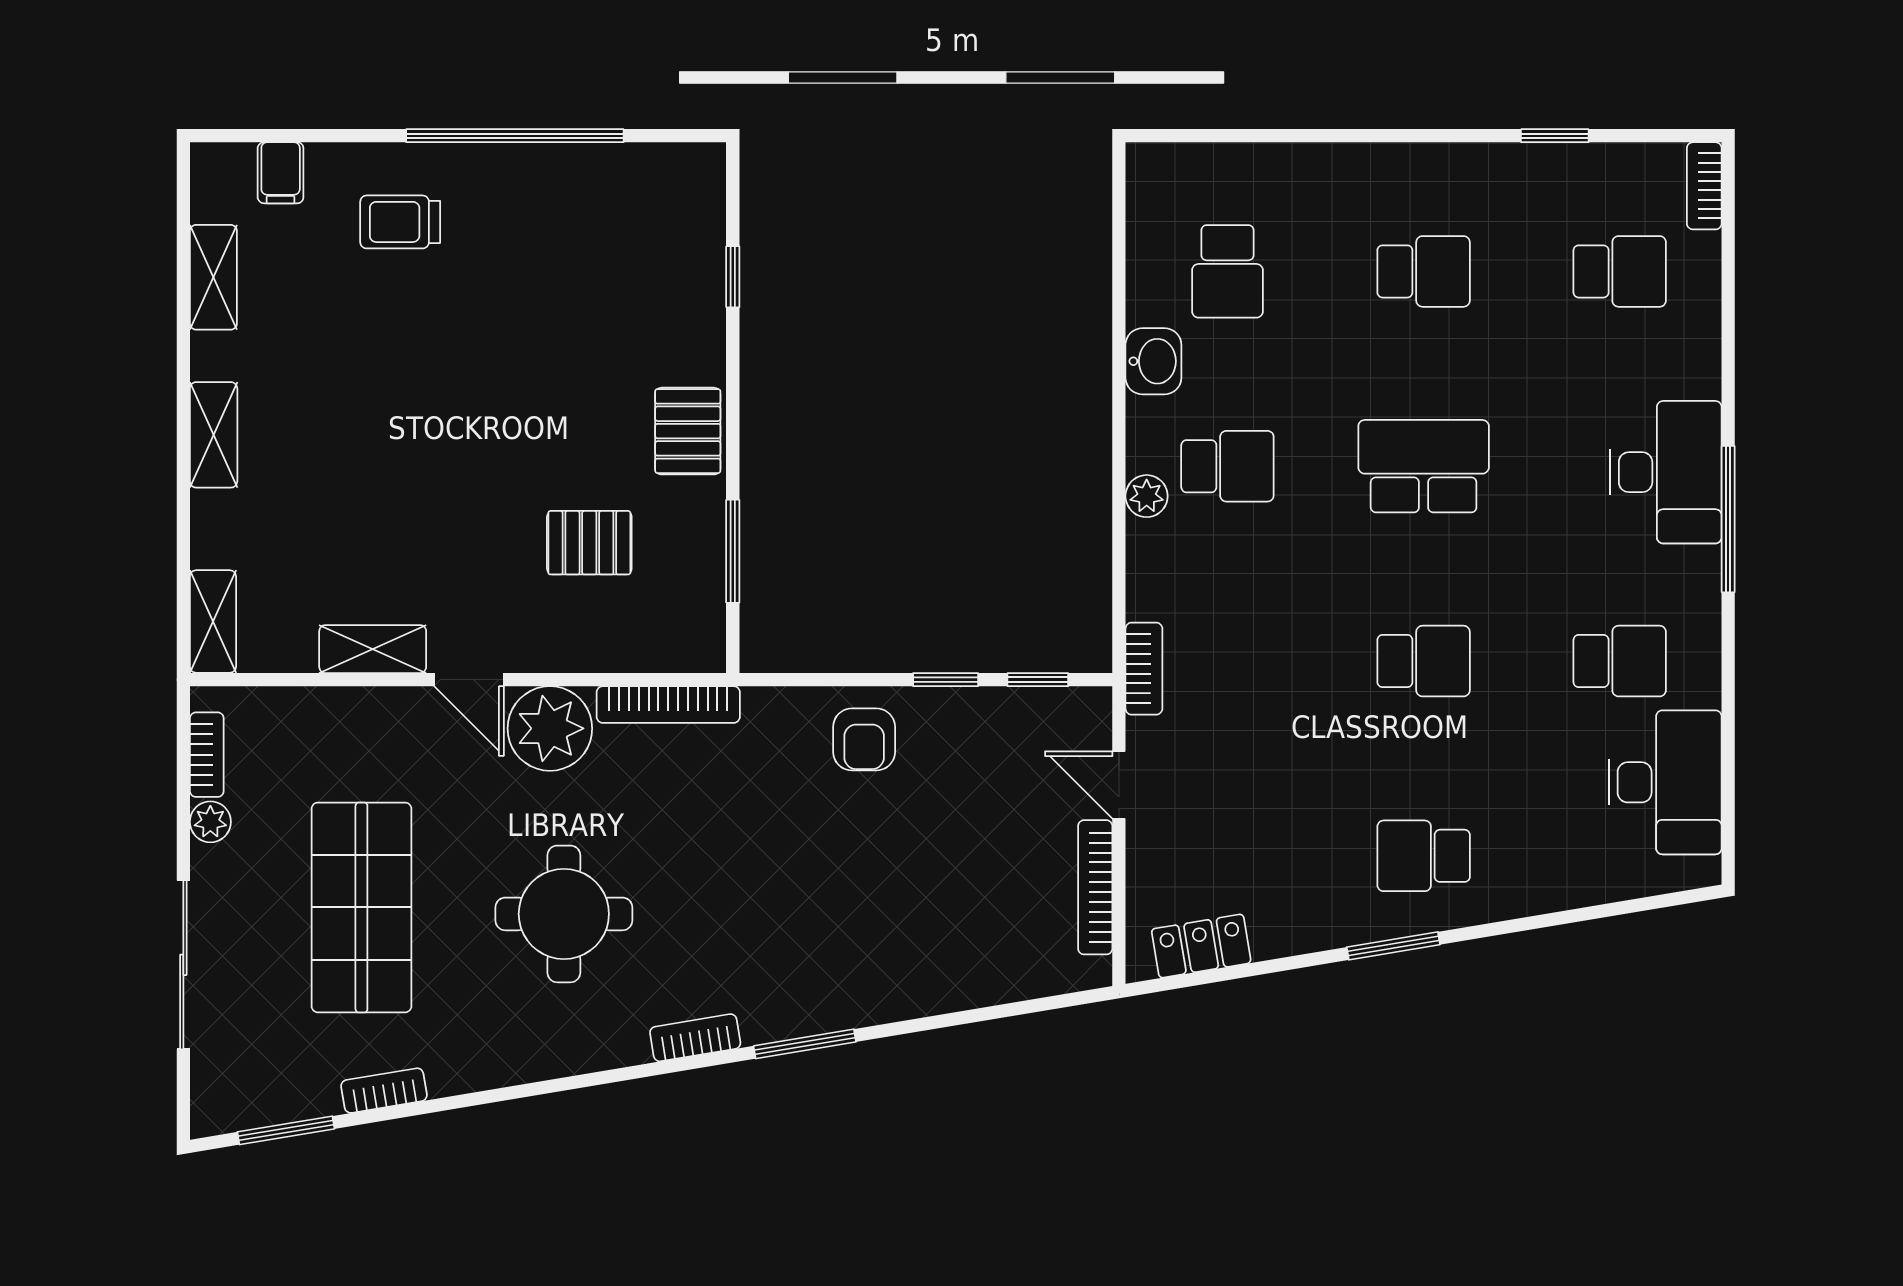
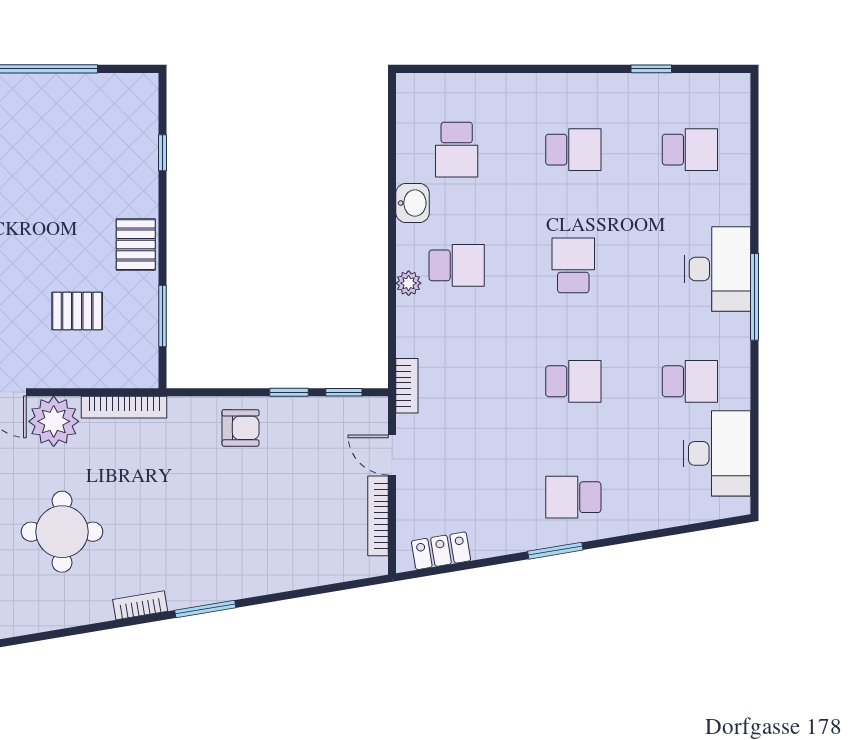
bookcase: (1704, 186) -> (740, 99), removed
school desk: (1424, 466) -> (573, 265), width x0.54
armchair: (864, 739) -> (241, 428), turned -90

